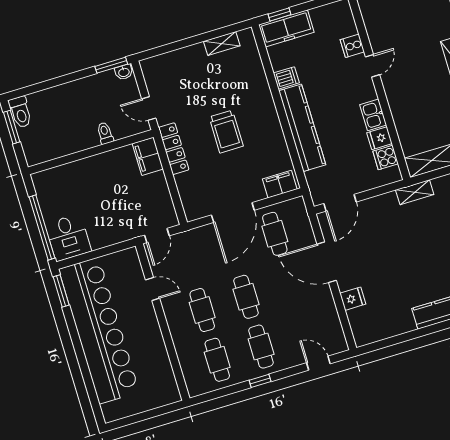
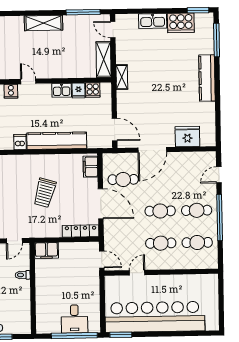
trolley: (226, 132) -> (45, 193), turned 106
locker: (174, 149) -> (81, 231), moved
desk: (68, 237) -> (74, 319), moved, turned 90
fridge: (353, 299) -> (187, 137), width x1.88, depth x1.34
window: (260, 381) -> (220, 218), width x3.17

